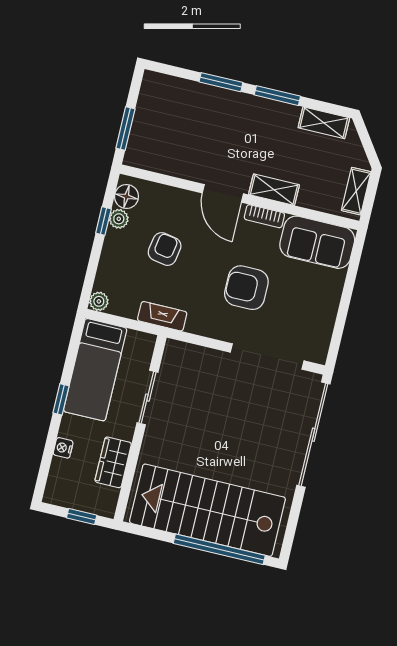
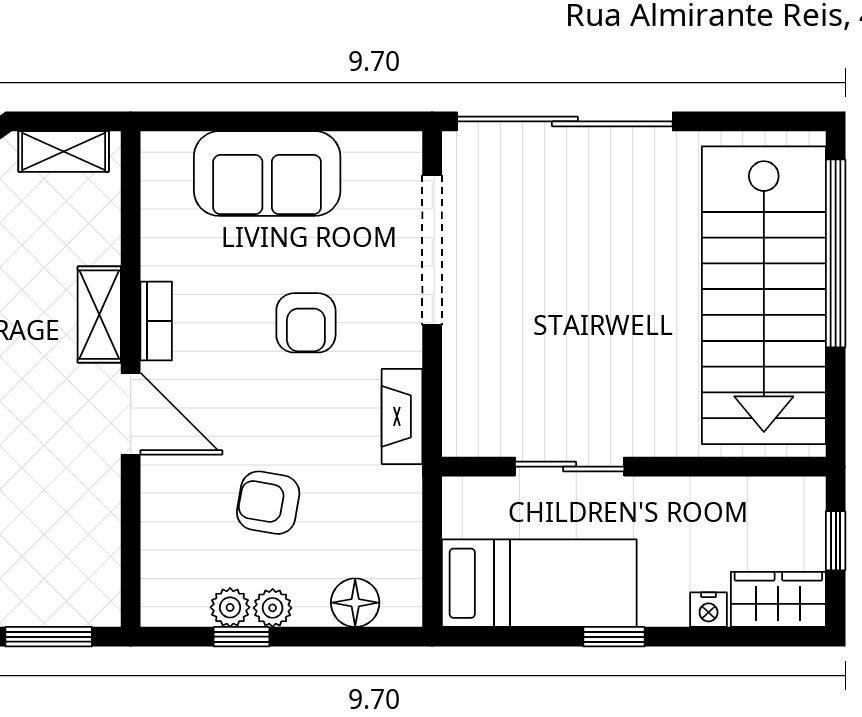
door: (223, 193) -> (131, 414), hinge flipped
floor lamp: (126, 197) -> (355, 603), moved
sofa: (317, 242) -> (267, 174), moved, turned 90
armchair: (246, 288) -> (306, 323), width x0.72, depth x0.72
plant: (99, 301) -> (273, 608), moved
fireplace: (162, 316) -> (402, 416), moved
wardrobe: (113, 462) -> (778, 599), moved, turned 180

